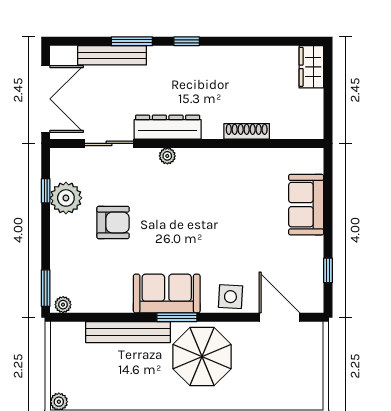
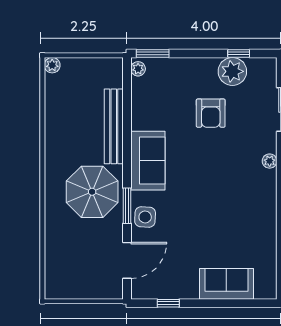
window: (177, 317) -> (127, 206), moved

